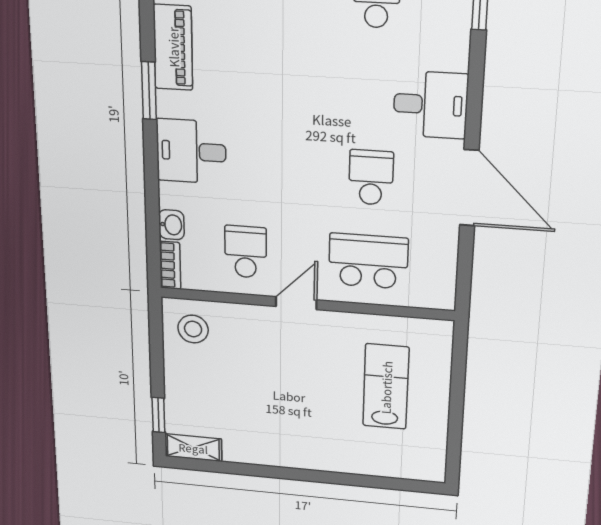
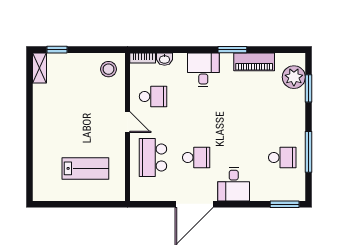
school desk: (368, 261) -> (153, 157), turned 180

